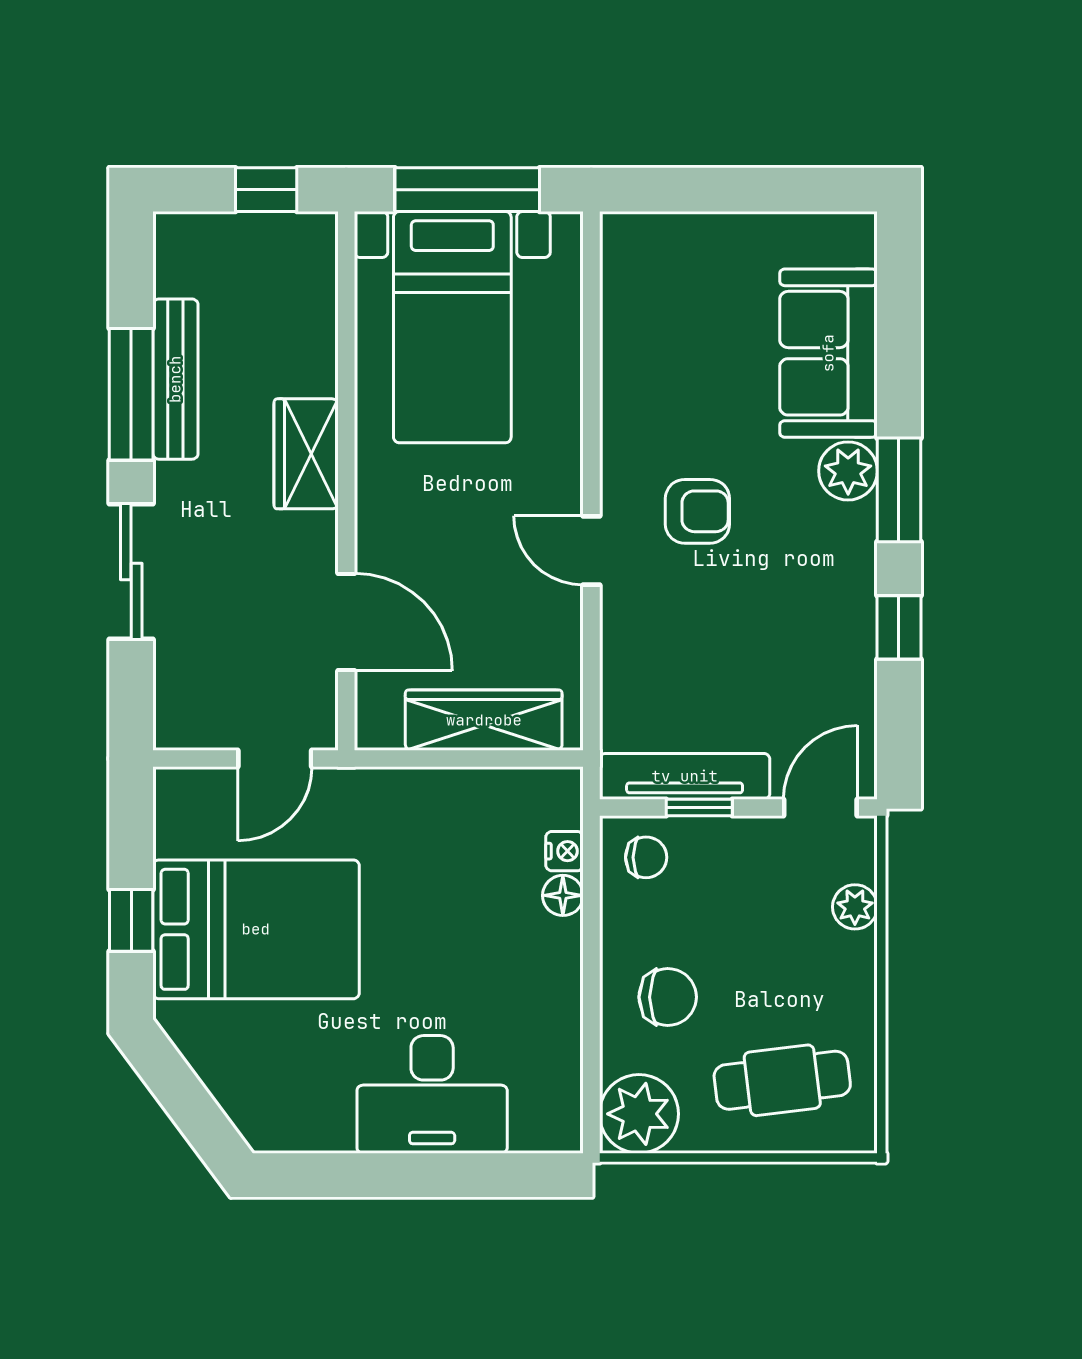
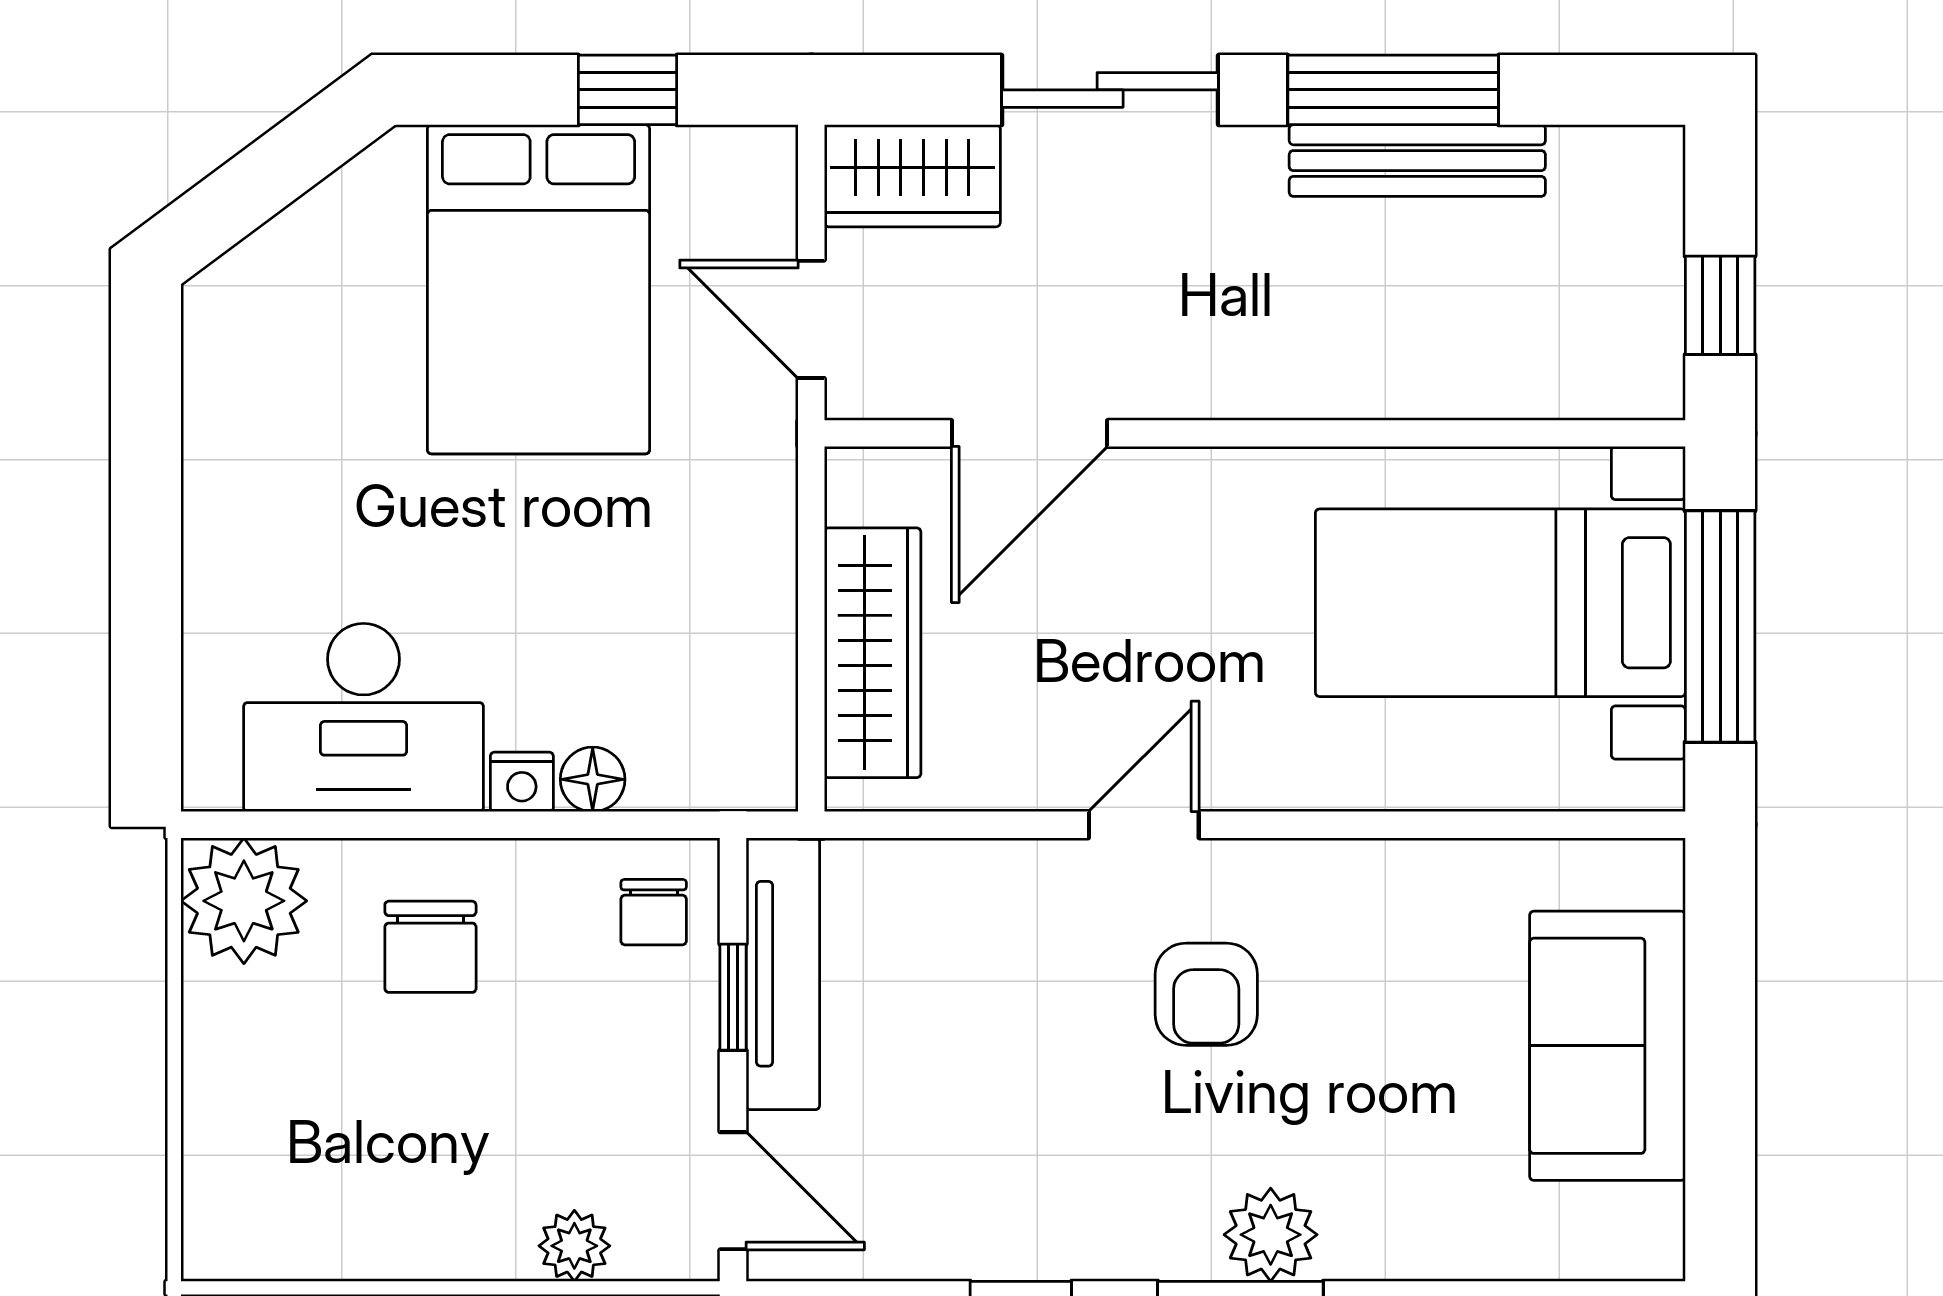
sofa: (828, 353) -> (1607, 1046), moved, turned -90
wardrobe: (306, 454) -> (912, 176), moved, turned 180
nightstand: (565, 851) -> (522, 782), moved
window: (131, 920) -> (628, 90), moved
cafe table: (782, 1080) -> (297, 1130), removed
desk: (432, 1094) -> (363, 718), moved, turned -90

